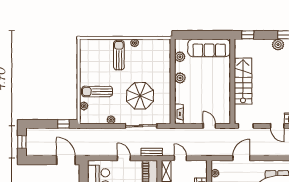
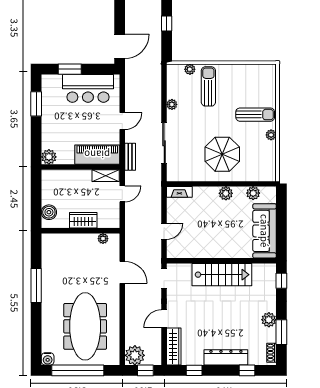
parasol: (140, 96) -> (222, 154), moved
window: (63, 124) -> (167, 23), moved

